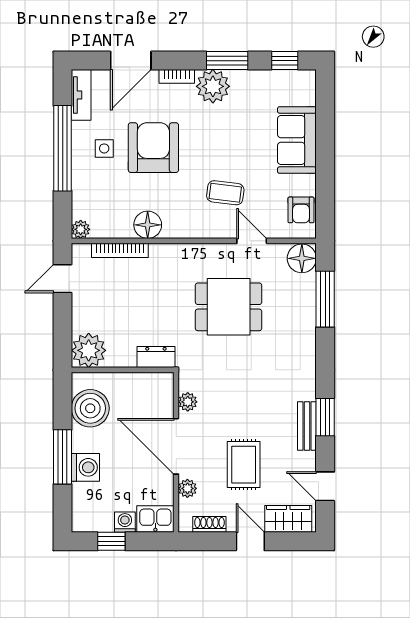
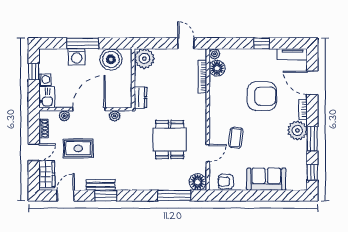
window: (63, 148) -> (261, 43), width x0.32
side table: (104, 148) -> (261, 68), removed
floor lamp: (148, 225) -> (217, 68), moved

